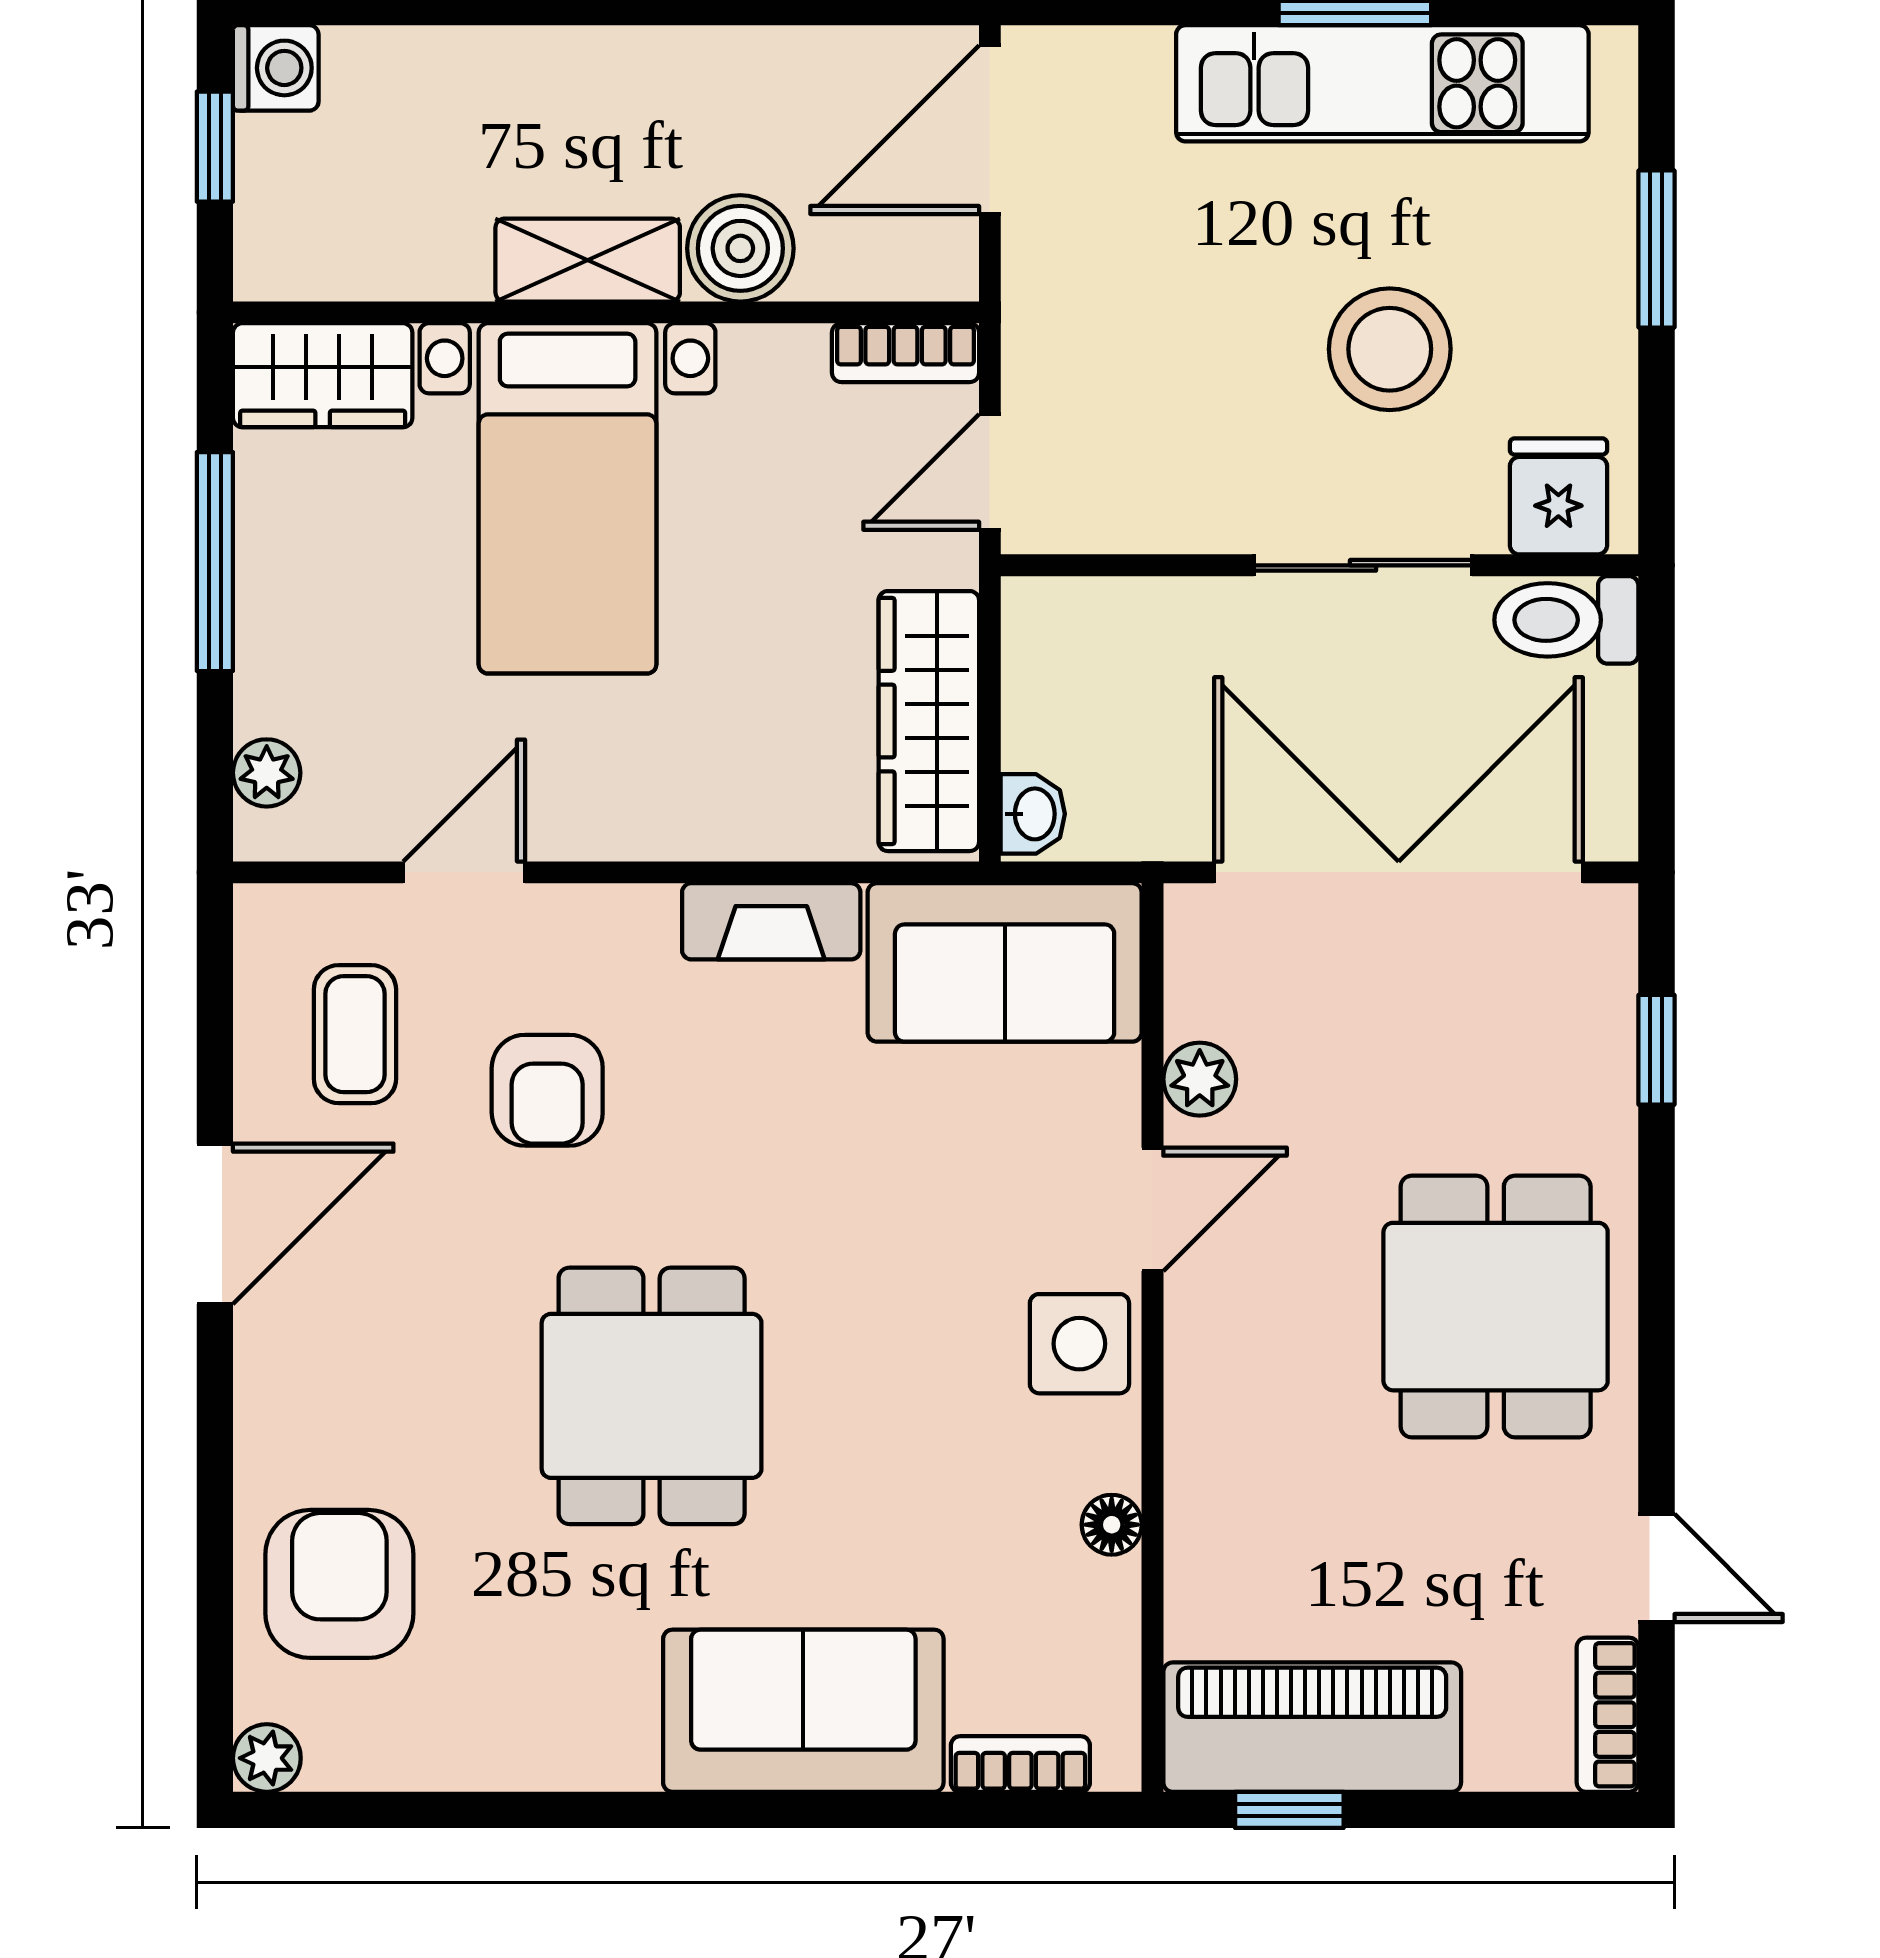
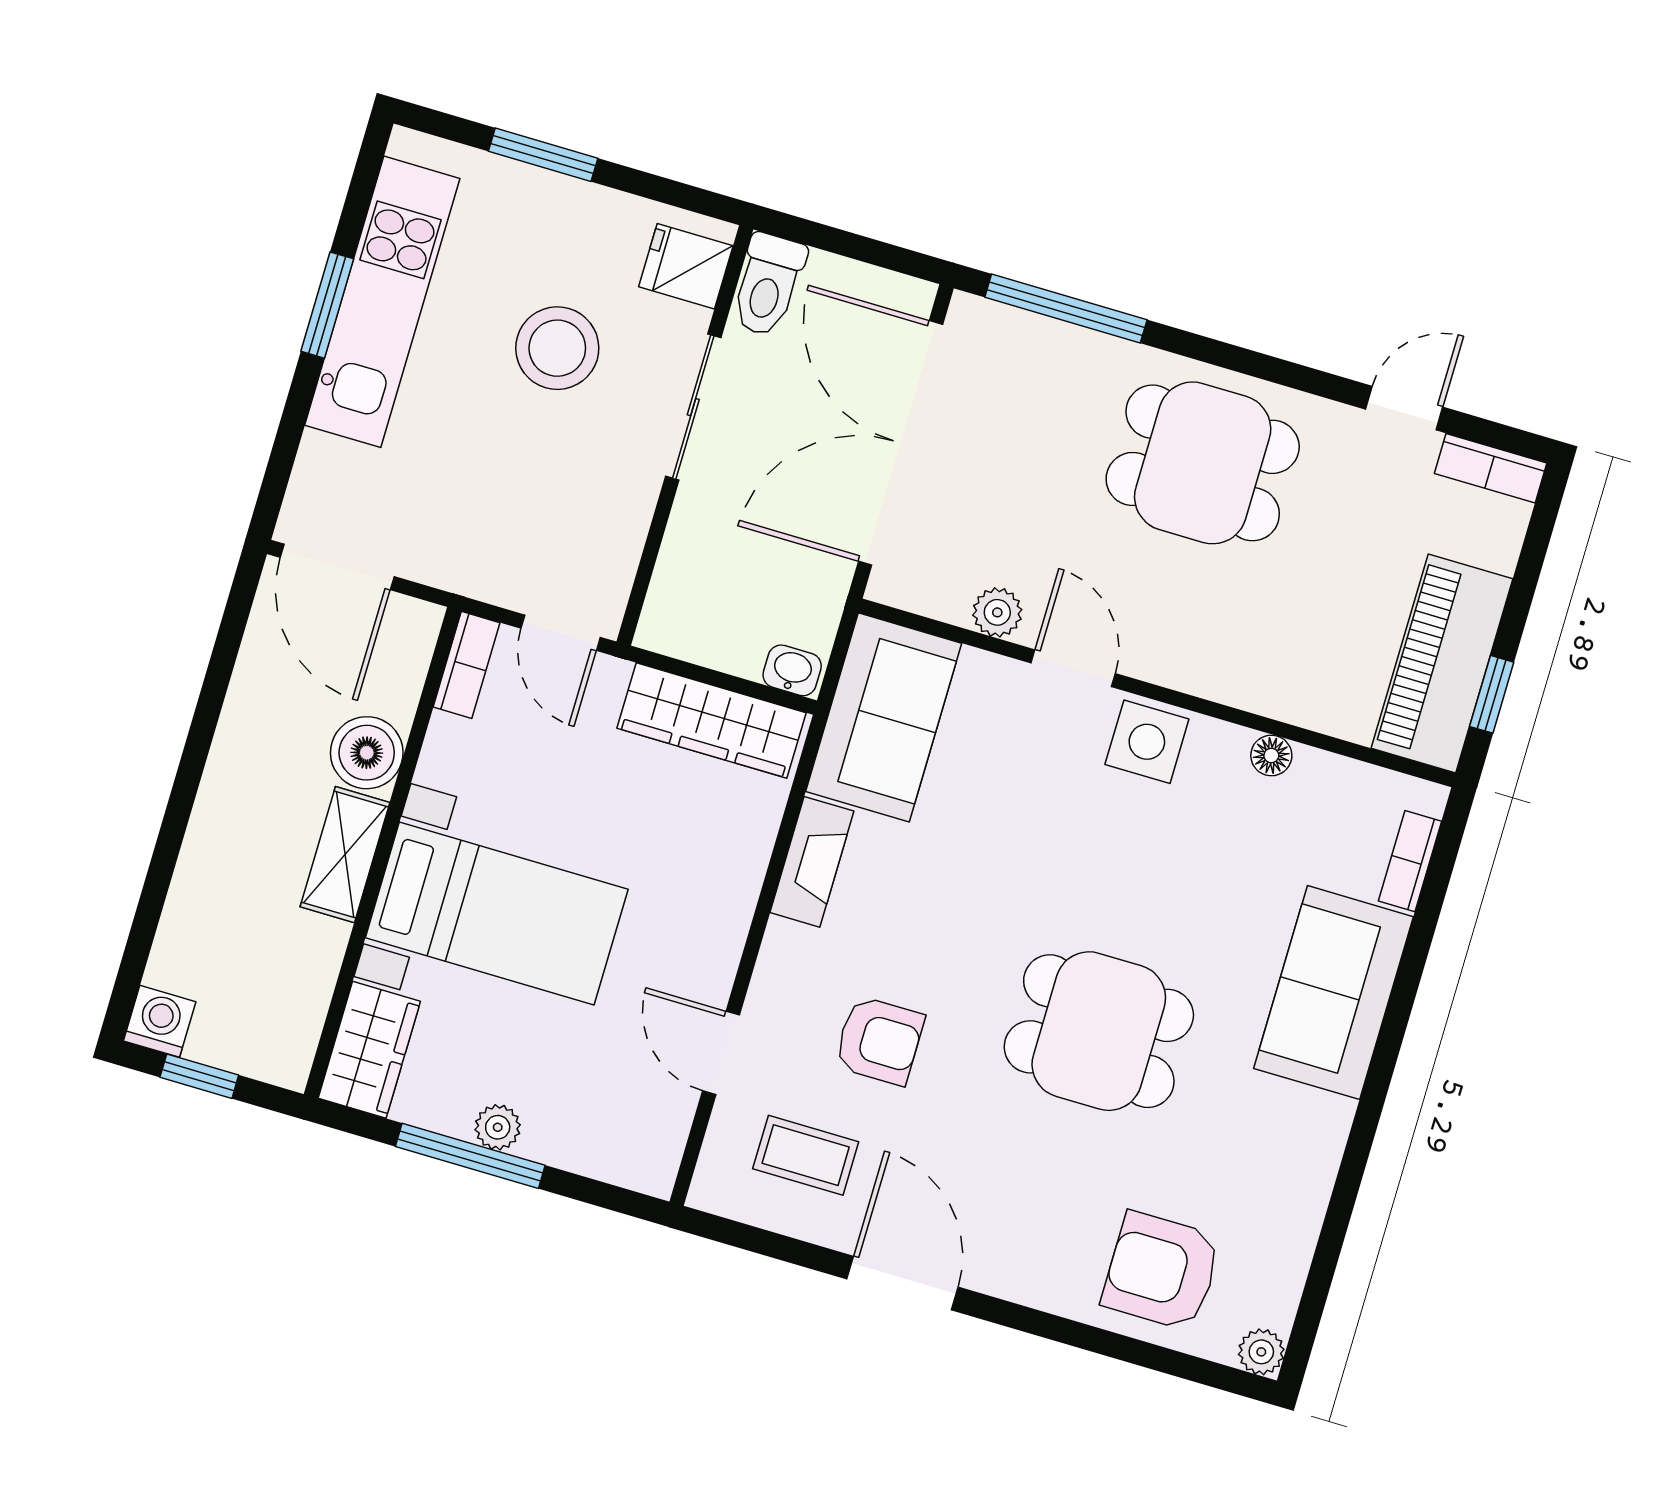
plant: (267, 773) -> (498, 1127), moved
window: (1656, 1050) -> (1066, 309), width x2.17

